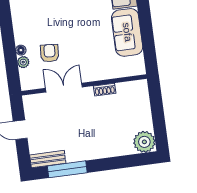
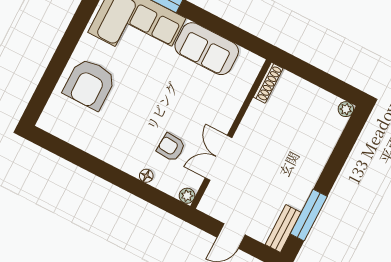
plant: (23, 62) -> (187, 196), moved
shoe rack: (105, 90) -> (268, 83), moved, width x1.43
plant: (144, 142) -> (346, 109), width x0.53, depth x0.53

